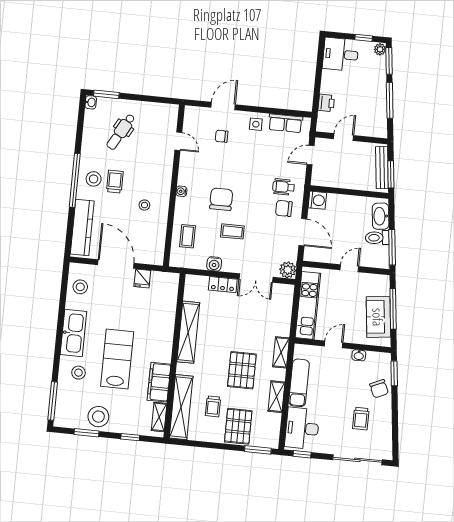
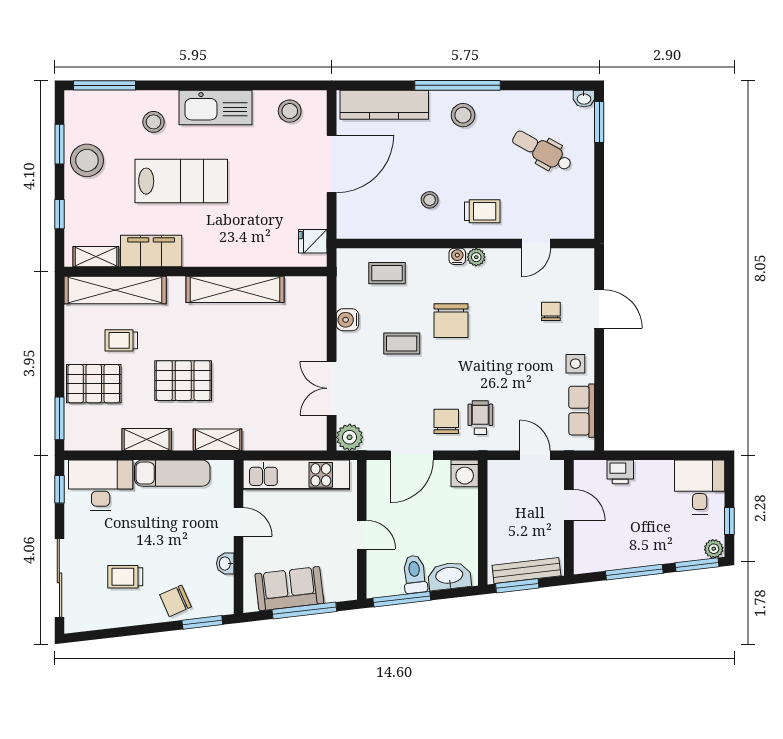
plant: (183, 179) -> (476, 257), added
trolley: (115, 182) -> (482, 211), moved
chair: (221, 199) -> (451, 321), turned 90
coffee table: (232, 231) -> (402, 344), turned 90
fridge: (142, 278) -> (313, 241), moved
locker: (223, 285) -> (316, 337), removed

